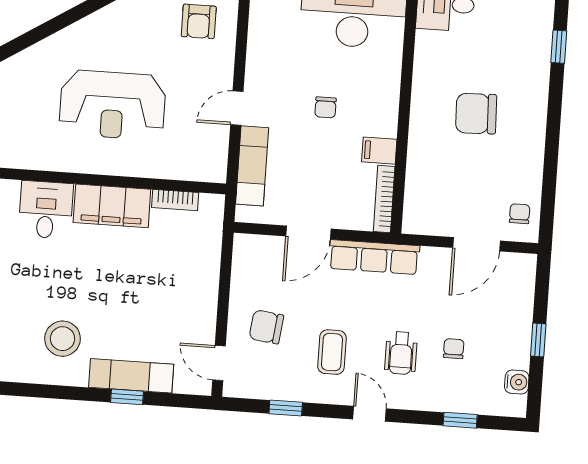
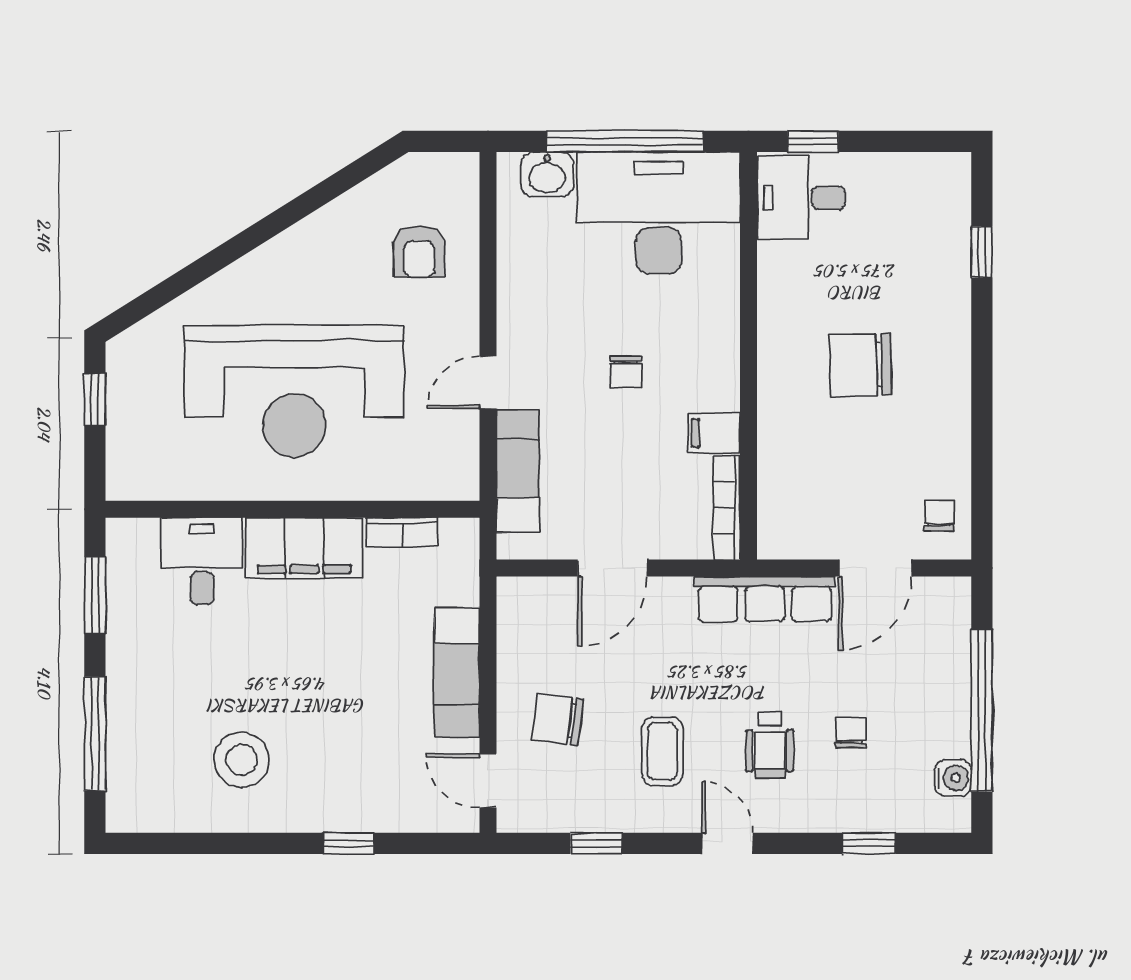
reception desk: (112, 105) -> (294, 391), width x1.36, depth x1.30
row of seats: (374, 257) -> (765, 599), moved
window: (538, 340) -> (982, 710), width x3.17
exam couch: (131, 376) -> (457, 672), moved, turned -90

